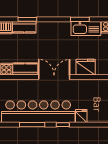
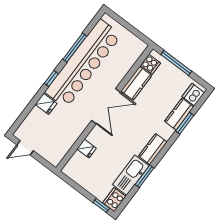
kitchen counter: (59, 27) -> (153, 149), added
fridge: (86, 67) -> (87, 149), width x0.53, depth x0.75

